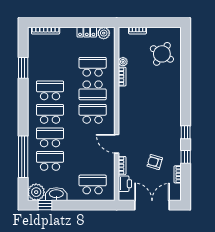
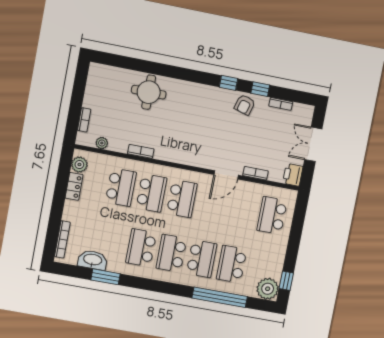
round table: (162, 54) -> (149, 92), moved, turned -32
plant: (123, 62) -> (102, 143), moved
school desk: (93, 67) -> (121, 187), turned 180
school desk: (93, 114) -> (182, 199), turned 180
school desk: (50, 137) -> (202, 259), turned 180
armchair: (155, 162) -> (245, 105), moved
printer: (125, 184) -> (293, 175), moved, turned -90
washbasin: (56, 194) -> (93, 260), moved, turned 90
double door: (152, 205) -> (313, 144), width x0.73

